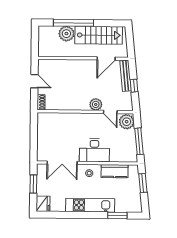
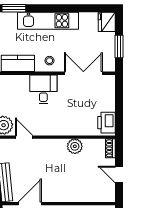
plant: (96, 104) -> (75, 146), moved
printer: (44, 123) -> (106, 123), added
desk: (94, 150) -> (43, 89), width x0.73

